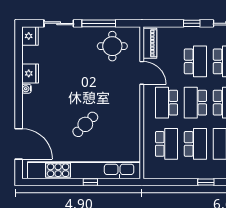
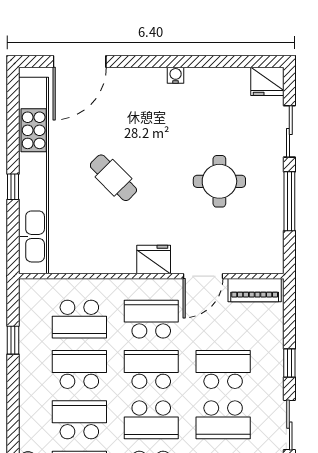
round table: (112, 46) -> (219, 181), moved
school desk: (195, 61) -> (223, 369), turned 180
fridge: (30, 73) -> (154, 259), moved, turned 180
school desk: (195, 144) -> (79, 369), turned 180
window: (206, 182) -> (13, 340), moved

